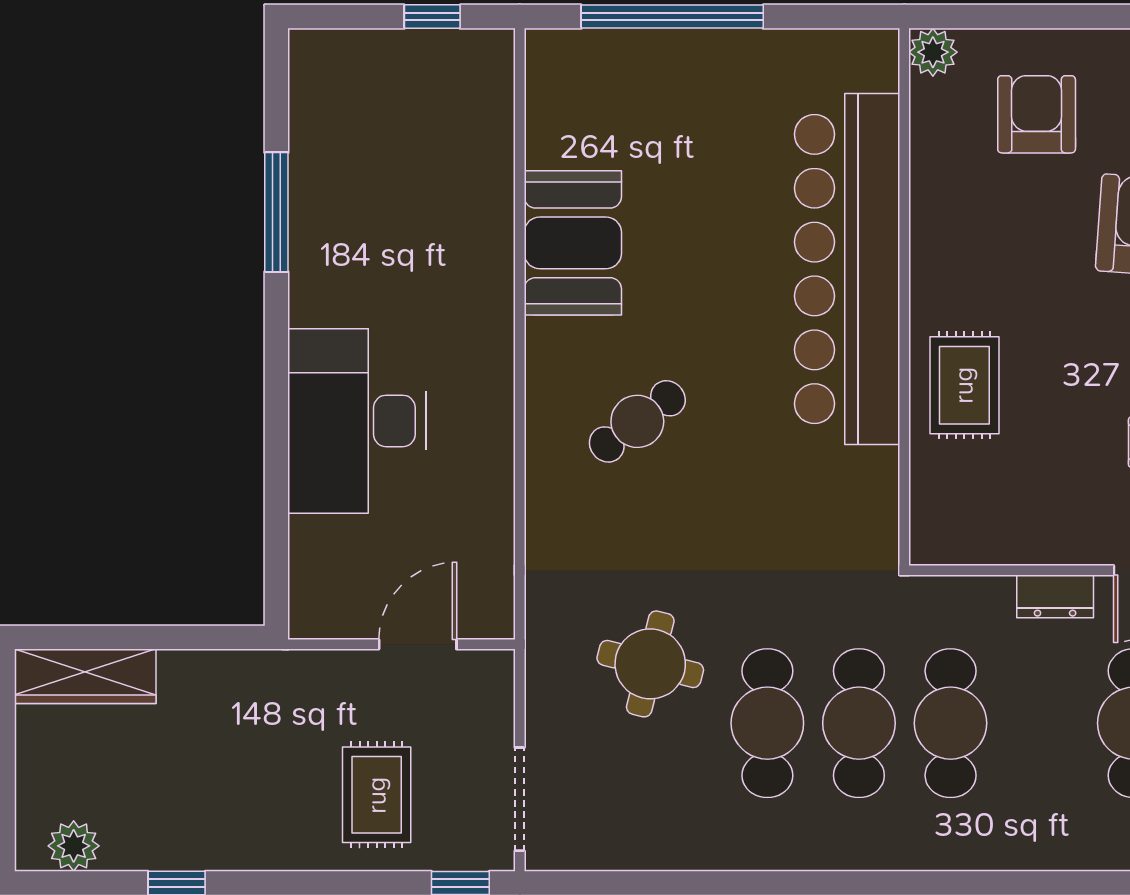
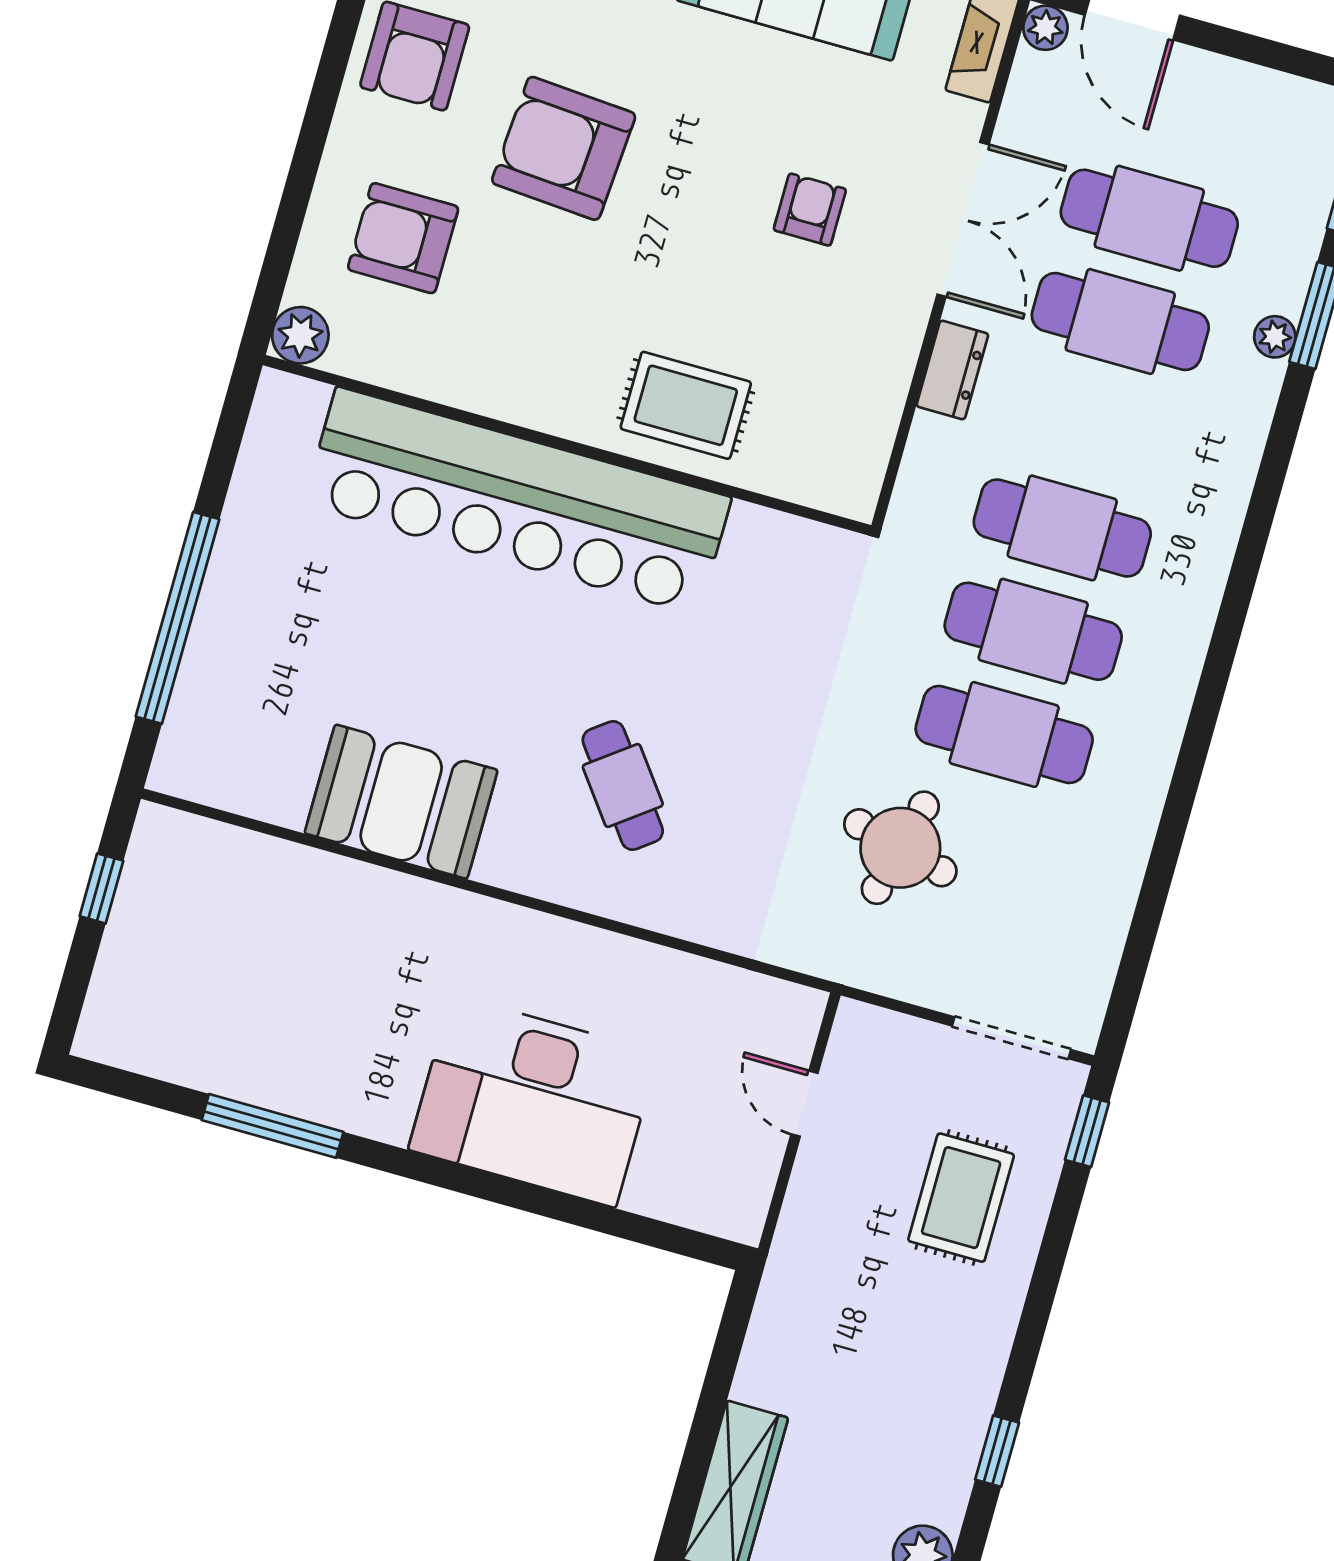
door: (418, 644) -> (805, 1104), width x0.73
rug: (377, 795) -> (961, 1198), turned 90

